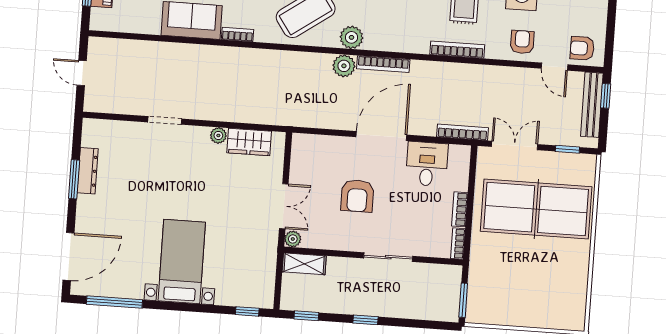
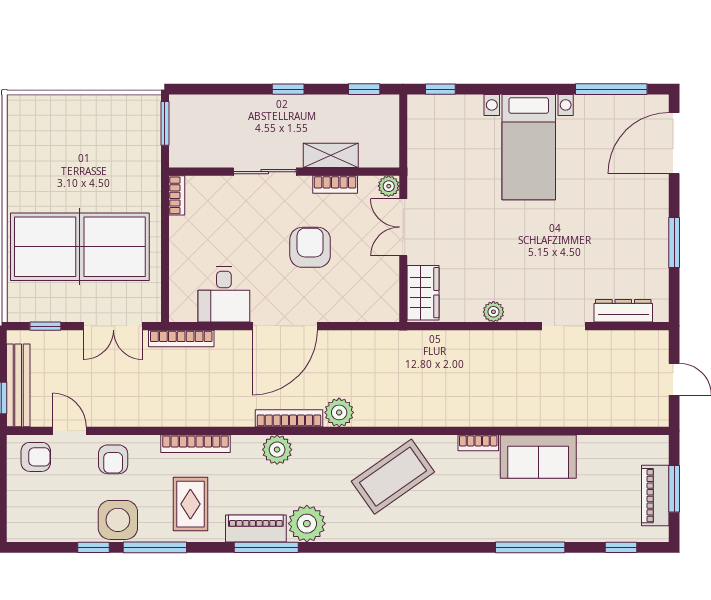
plant: (351, 37) -> (277, 450), moved
wardrobe: (249, 142) -> (423, 293), moved, turned 90
dresser: (88, 171) -> (623, 311), moved, turned 90
bookcase: (460, 209) -> (335, 184), moved, turned 90
shelving: (304, 264) -> (331, 155), moved

